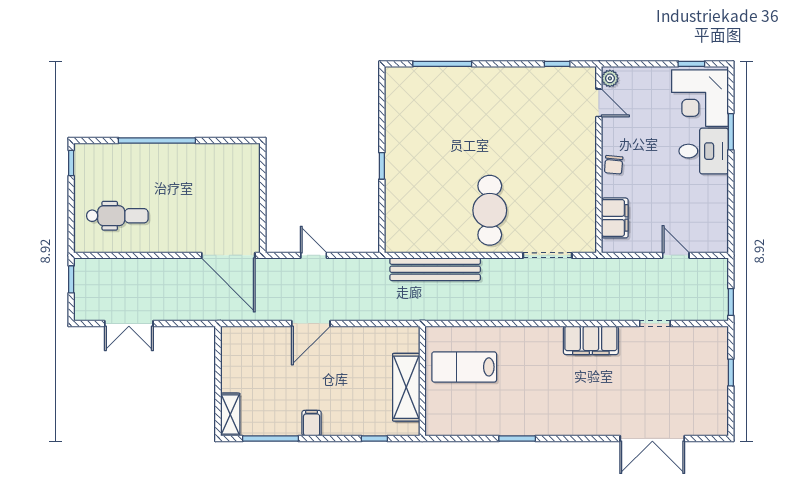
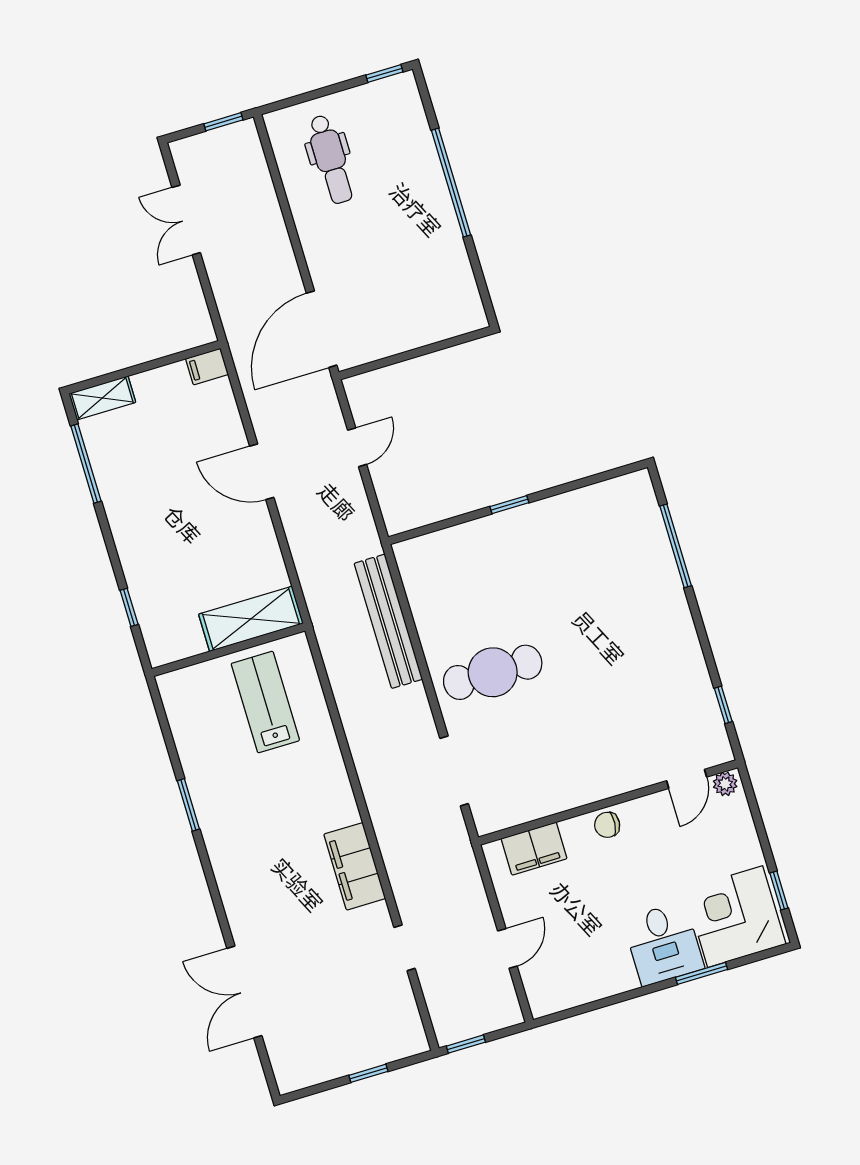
shelving: (406, 387) -> (251, 619), moved
filing cabinet: (312, 423) -> (207, 366), moved, turned 180

